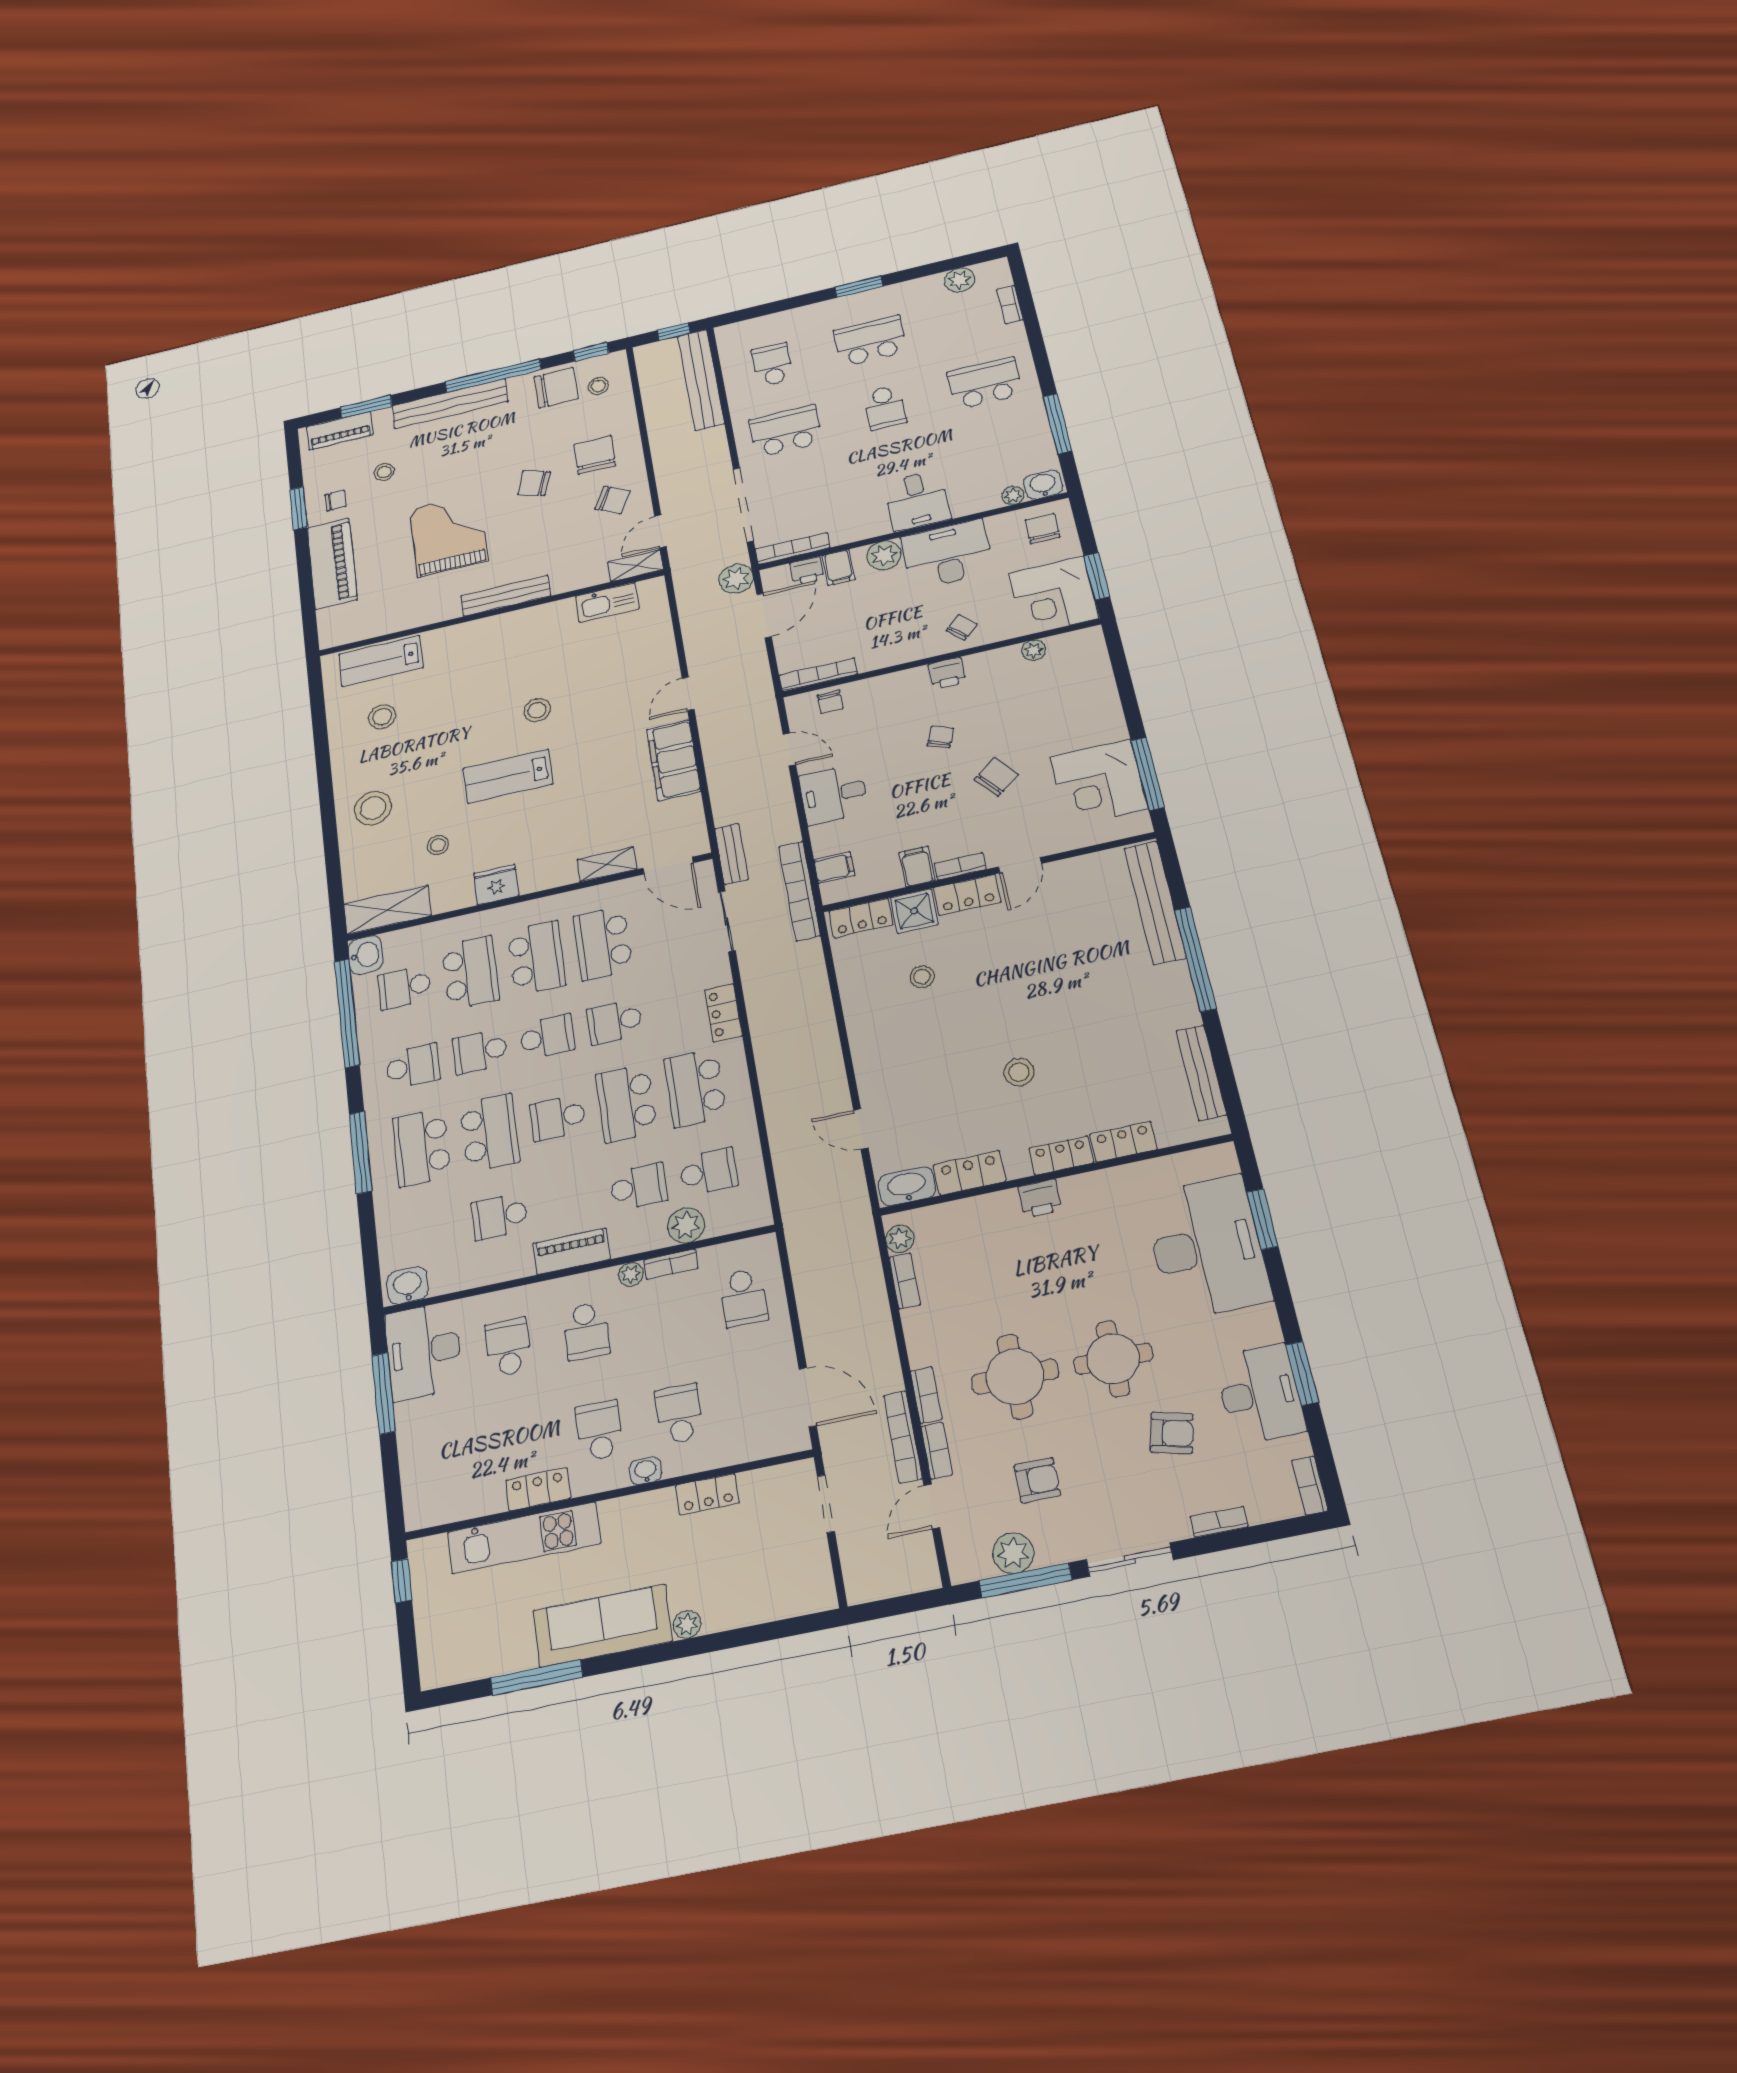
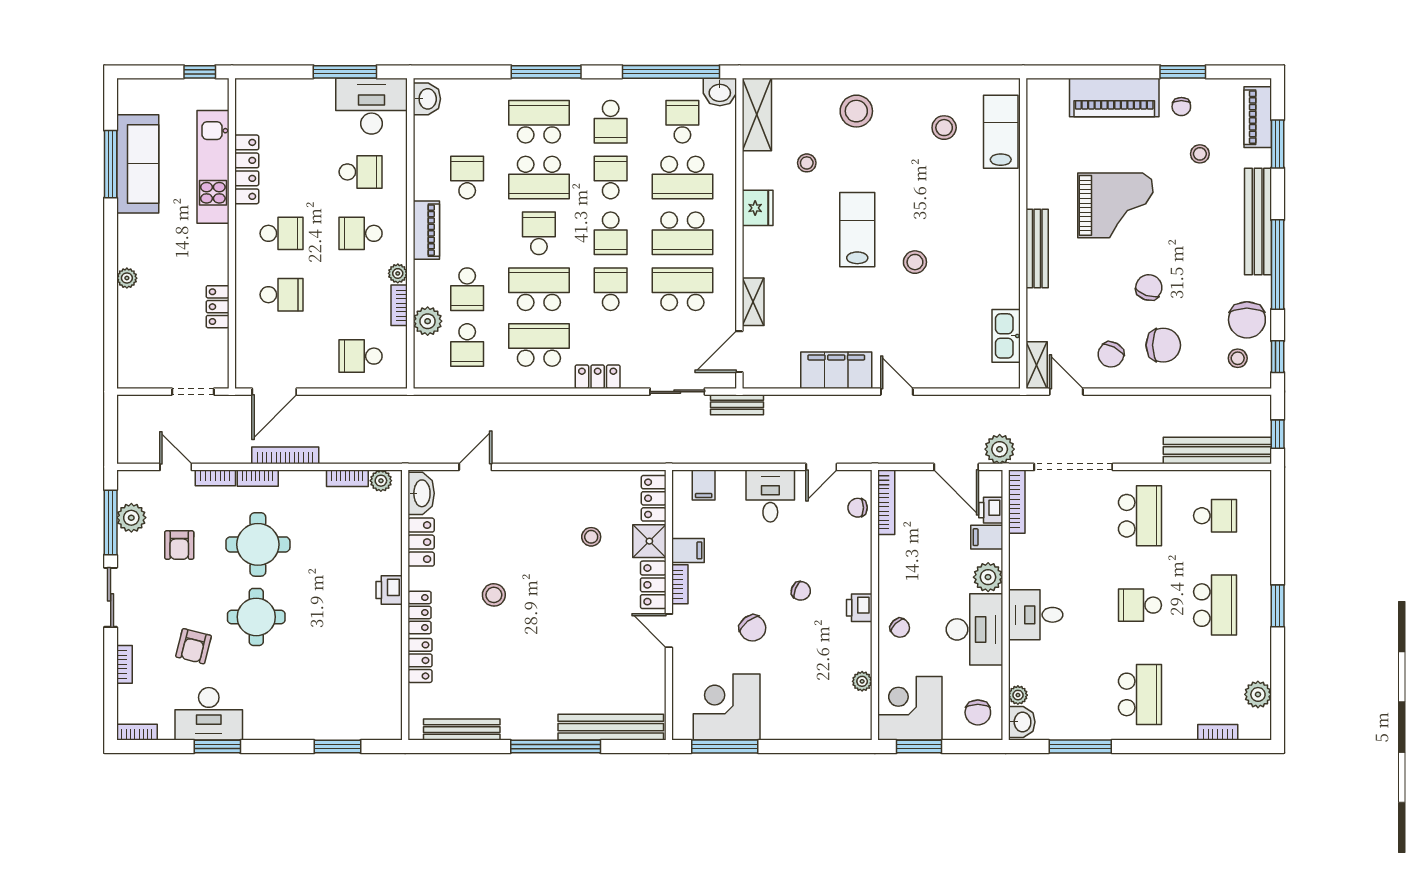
chair: (1043, 529) -> (978, 712), turned 90
bookcase: (800, 891) -> (690, 454), removed
desk: (1207, 1247) -> (325, 702), removed
bookcase: (903, 1437) -> (285, 455), moved
washbasin: (646, 1471) -> (244, 264), removed
locker: (538, 1489) -> (247, 169), width x1.53
sofa: (602, 1626) -> (138, 164), moved

